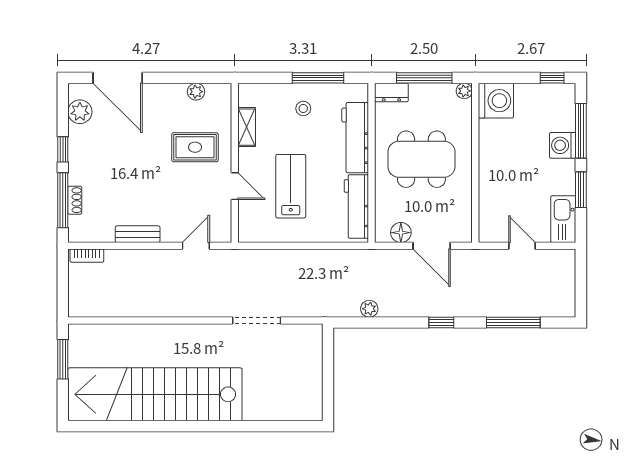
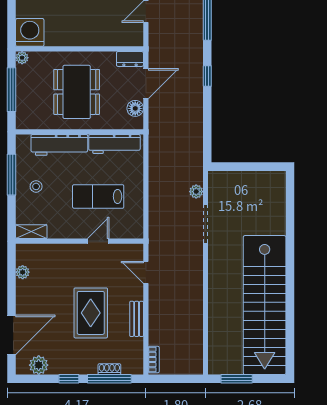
dresser: (391, 92) -> (130, 59), moved, turned 90
shelving: (247, 127) -> (31, 232), moved
rug: (195, 147) -> (91, 313), moved, width x1.36, depth x1.43
plant: (369, 309) -> (196, 192), moved

